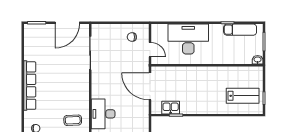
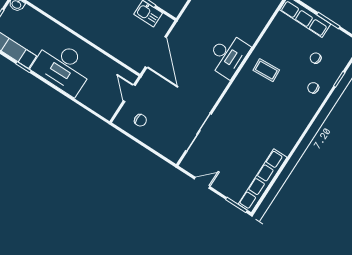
door: (67, 23) -> (202, 183), width x0.53
desk: (188, 39) -> (63, 67), moved
row of seats: (30, 86) -> (263, 181), moved

